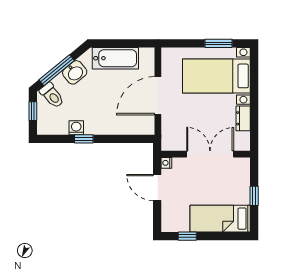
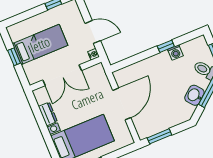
window: (131, 43) -> (159, 136), added
bathtub: (115, 58) -> (167, 120), removed
bed: (220, 219) -> (40, 44), moved

